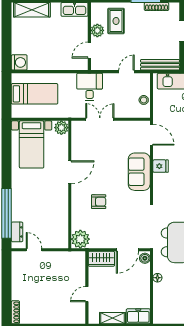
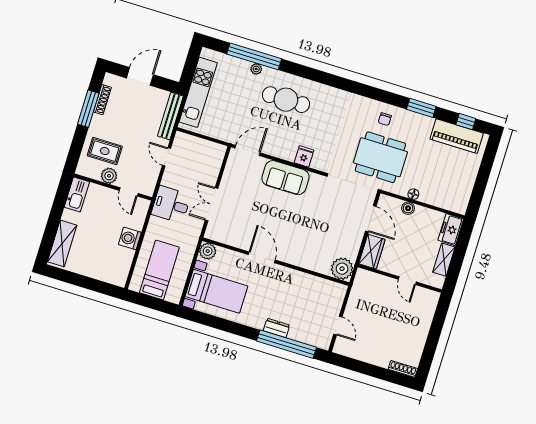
washing machine: (19, 62) -> (130, 238), moved, turned -90
stool: (144, 100) -> (205, 147), removed
fridge: (161, 166) -> (304, 156), moved
armchair: (99, 202) -> (306, 235), removed
dresser: (17, 232) -> (277, 328), moved
door: (34, 250) -> (338, 326), swing flipped
boiler: (145, 258) -> (408, 208), moved

